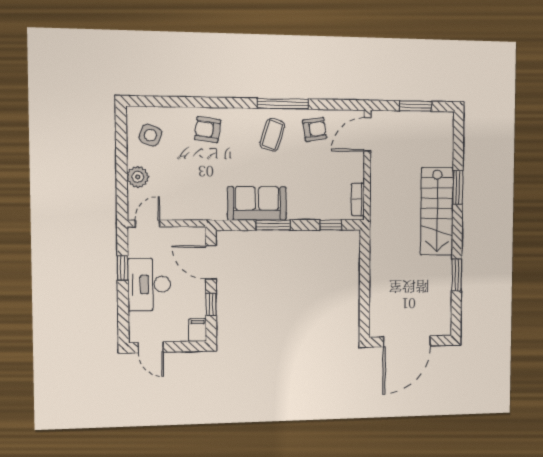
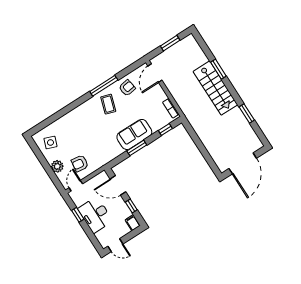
armchair: (208, 130) -> (80, 163), moved
sofa: (257, 203) -> (134, 134), moved

